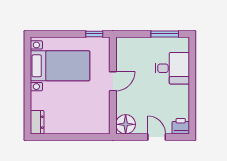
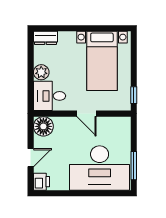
desk: (172, 68) -> (100, 168), width x1.87, depth x1.30
desk: (95, 118) -> (50, 96), added
plant: (71, 126) -> (41, 72), added

